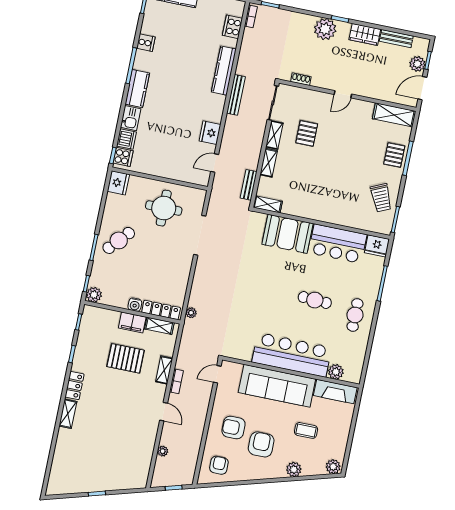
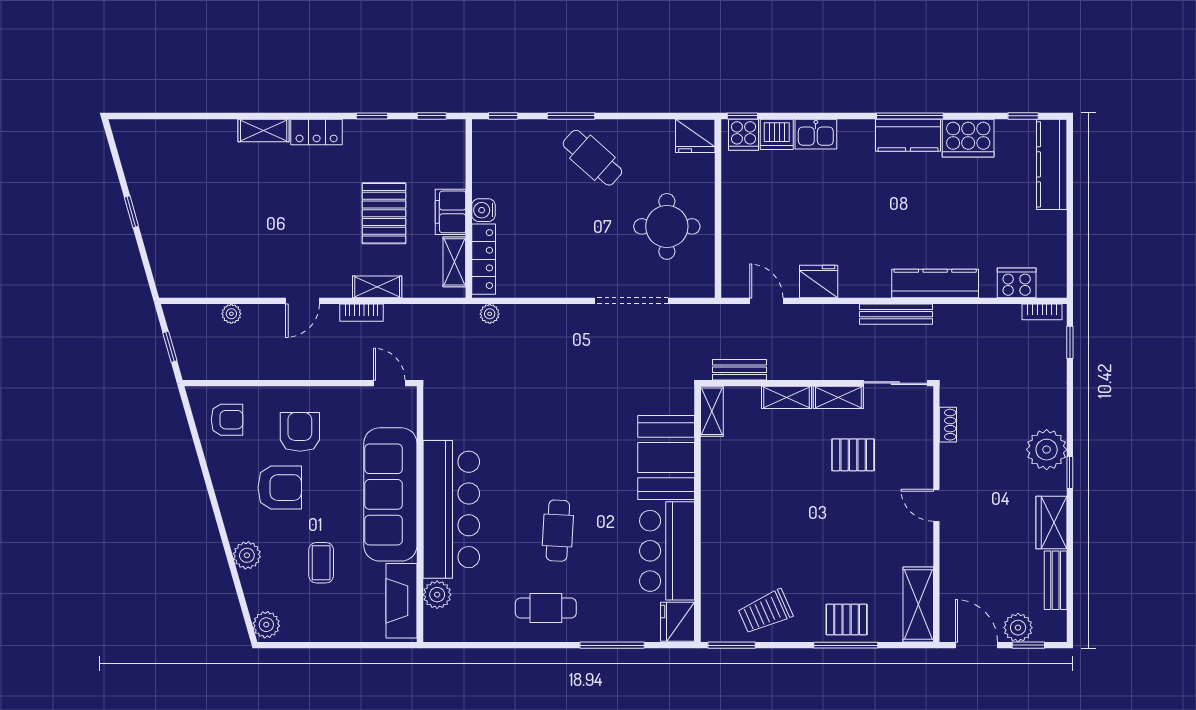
cooker: (146, 43) -> (968, 138), width x1.87, depth x1.31
kitchen counter: (137, 89) -> (908, 135), moved
plant: (94, 295) -> (486, 133), removed

